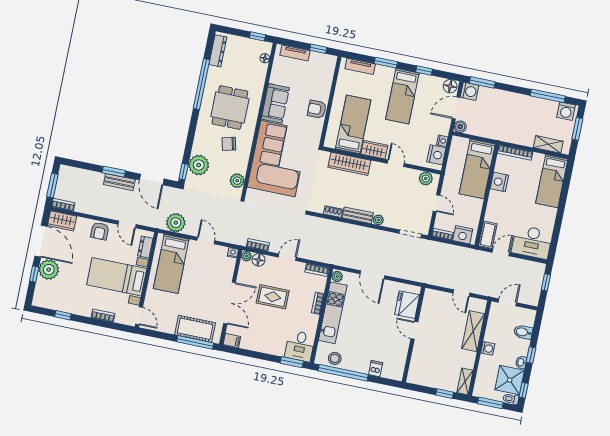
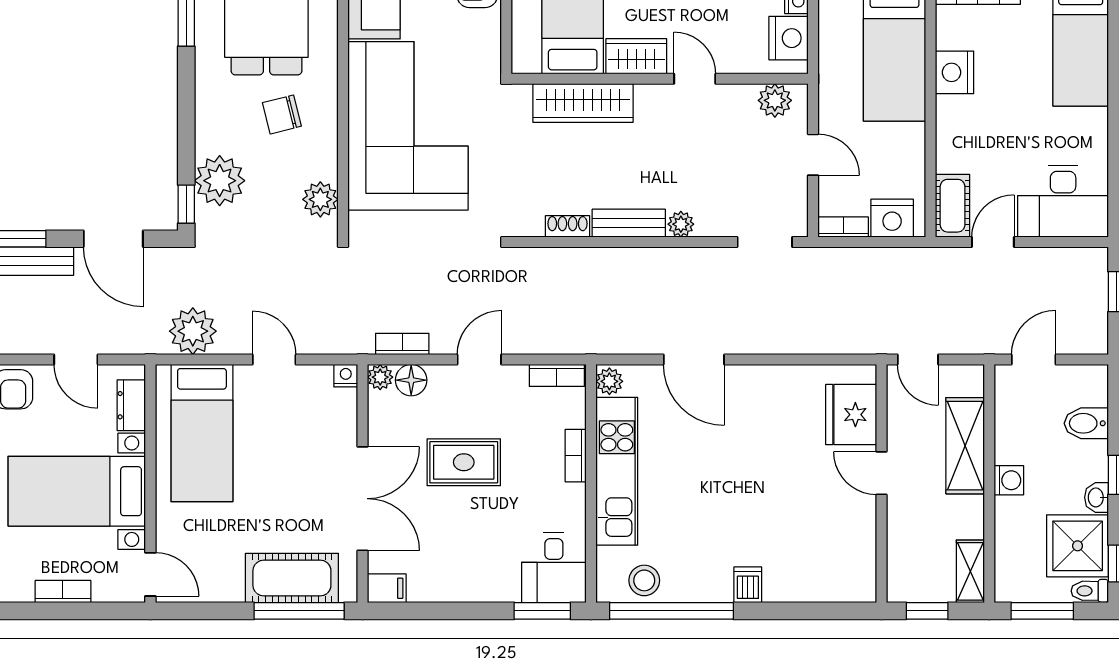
fridge: (407, 305) -> (851, 415), moved
door: (414, 330) -> (882, 473), moved
wall: (414, 335) -> (882, 484), moved

